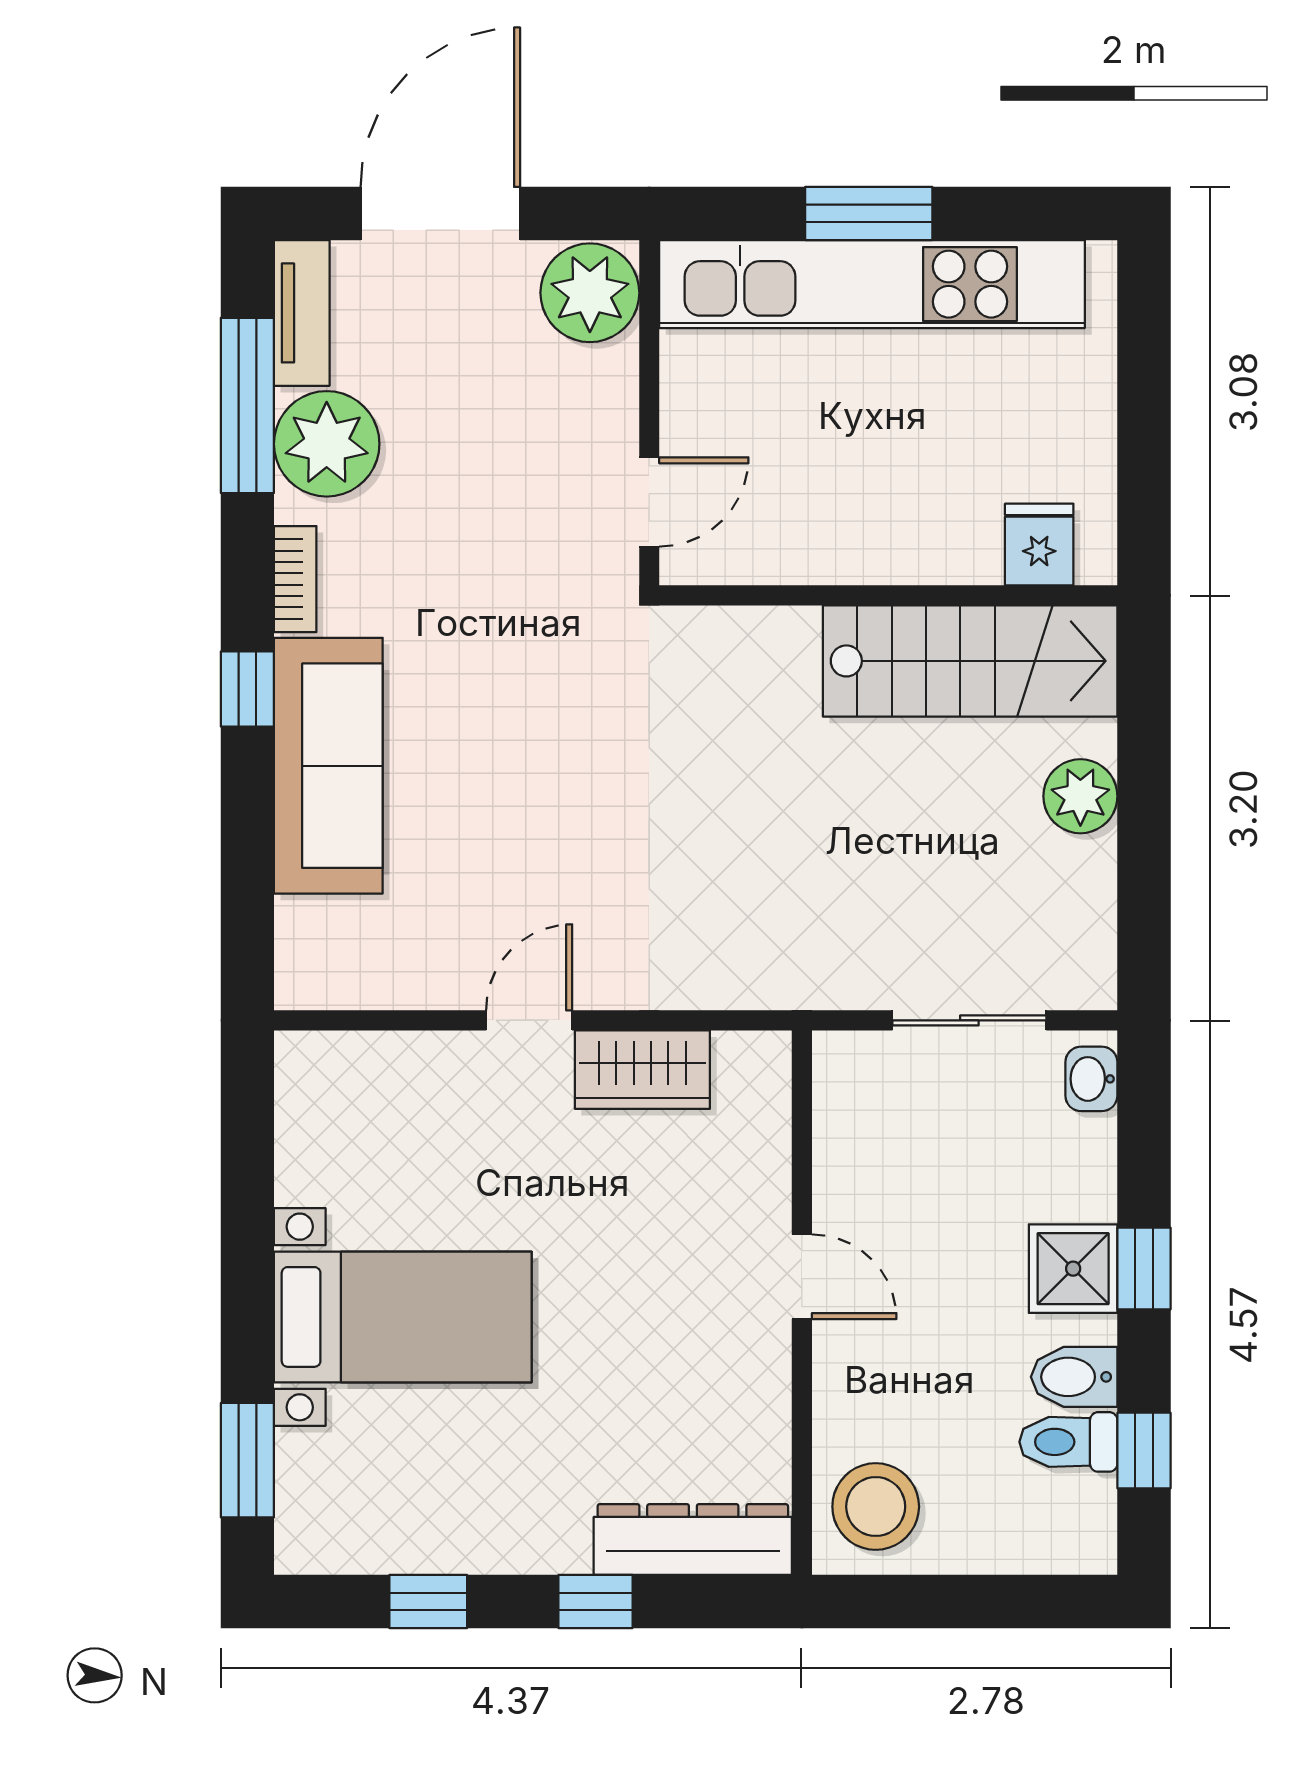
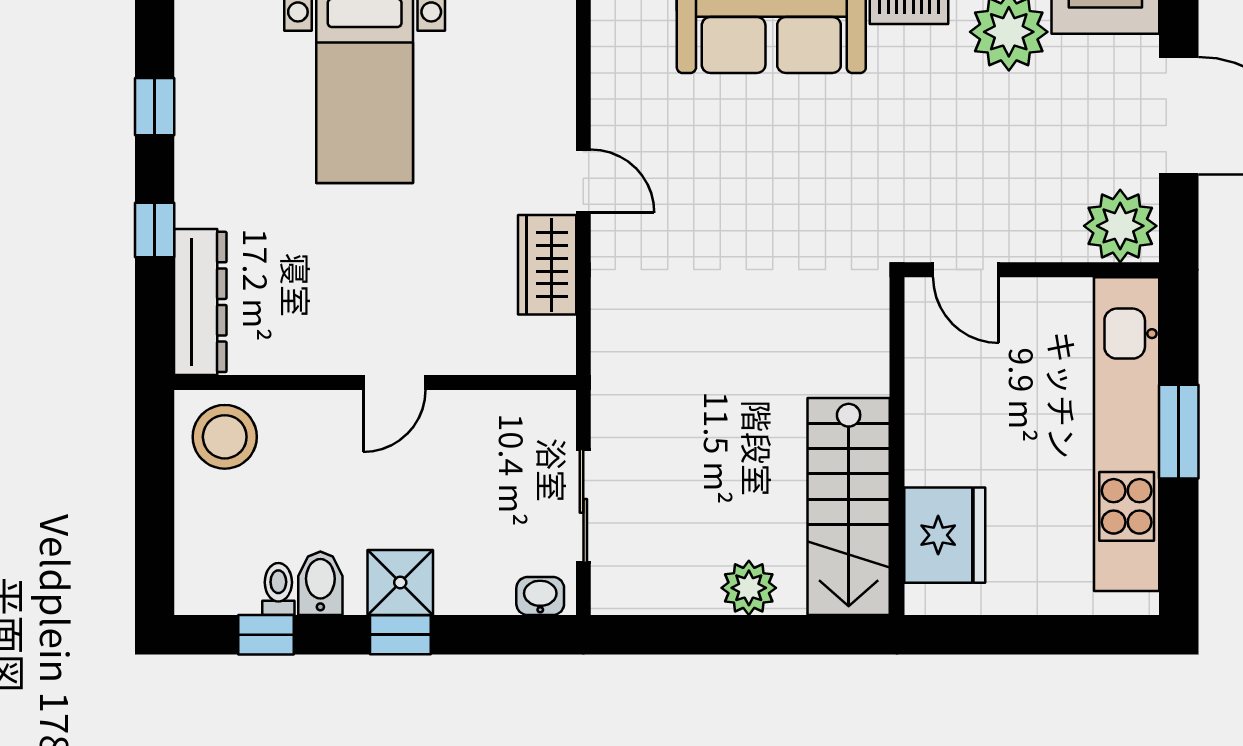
fridge: (1039, 545) -> (945, 535), width x1.88, depth x1.34
toilet: (1068, 1442) -> (278, 589), width x0.73, depth x0.72

